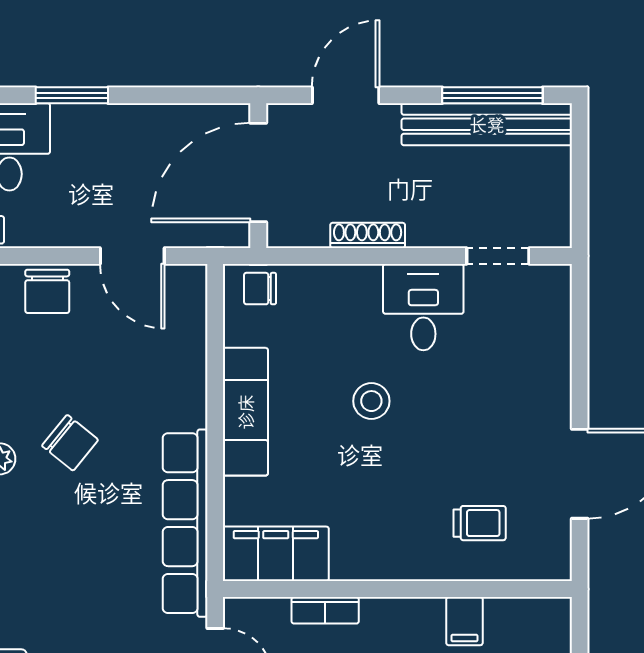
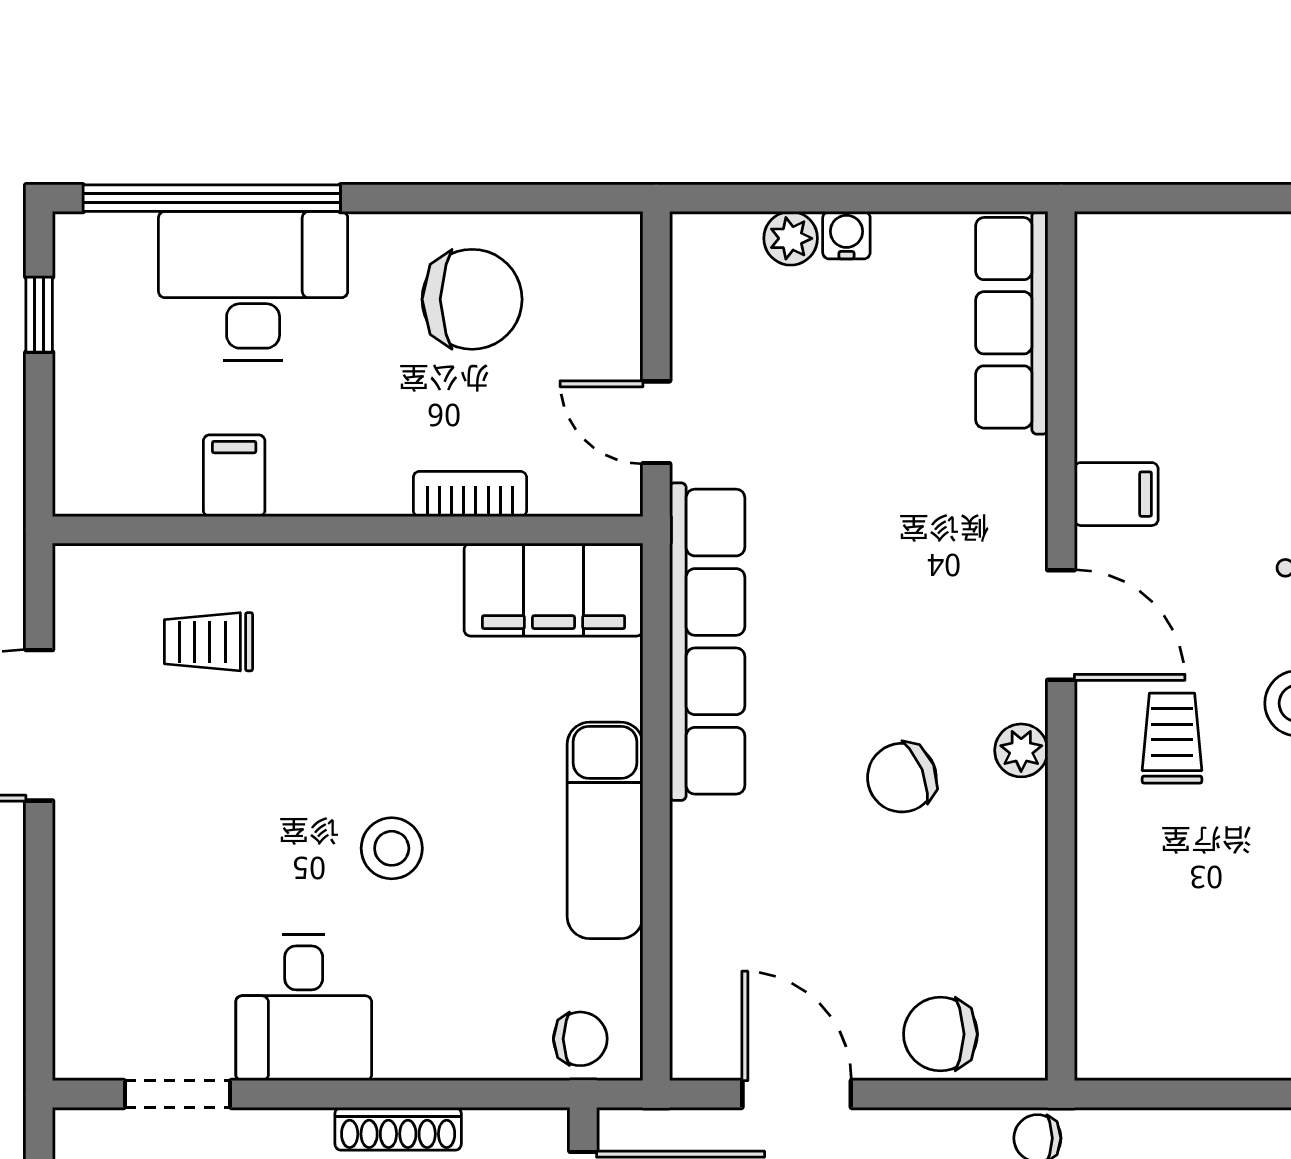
chair: (47, 291) -> (940, 1034), turned -90
chair: (70, 443) -> (902, 778), turned -61

